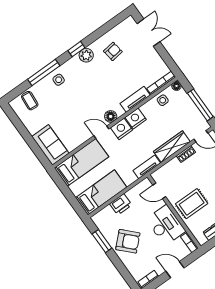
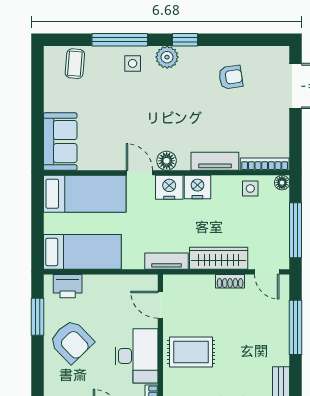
plant: (86, 55) -> (167, 57), moved
printer: (121, 204) -> (68, 286), moved

